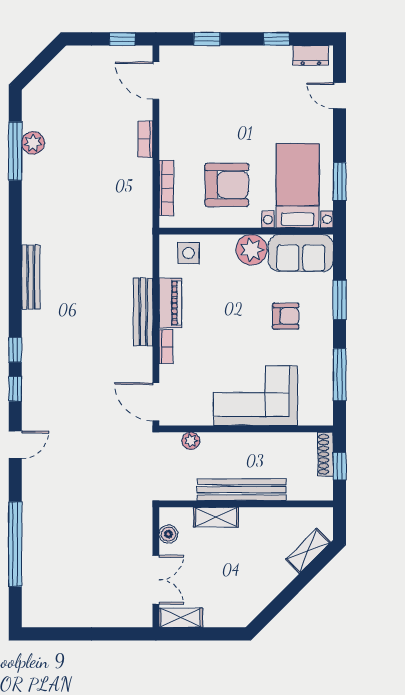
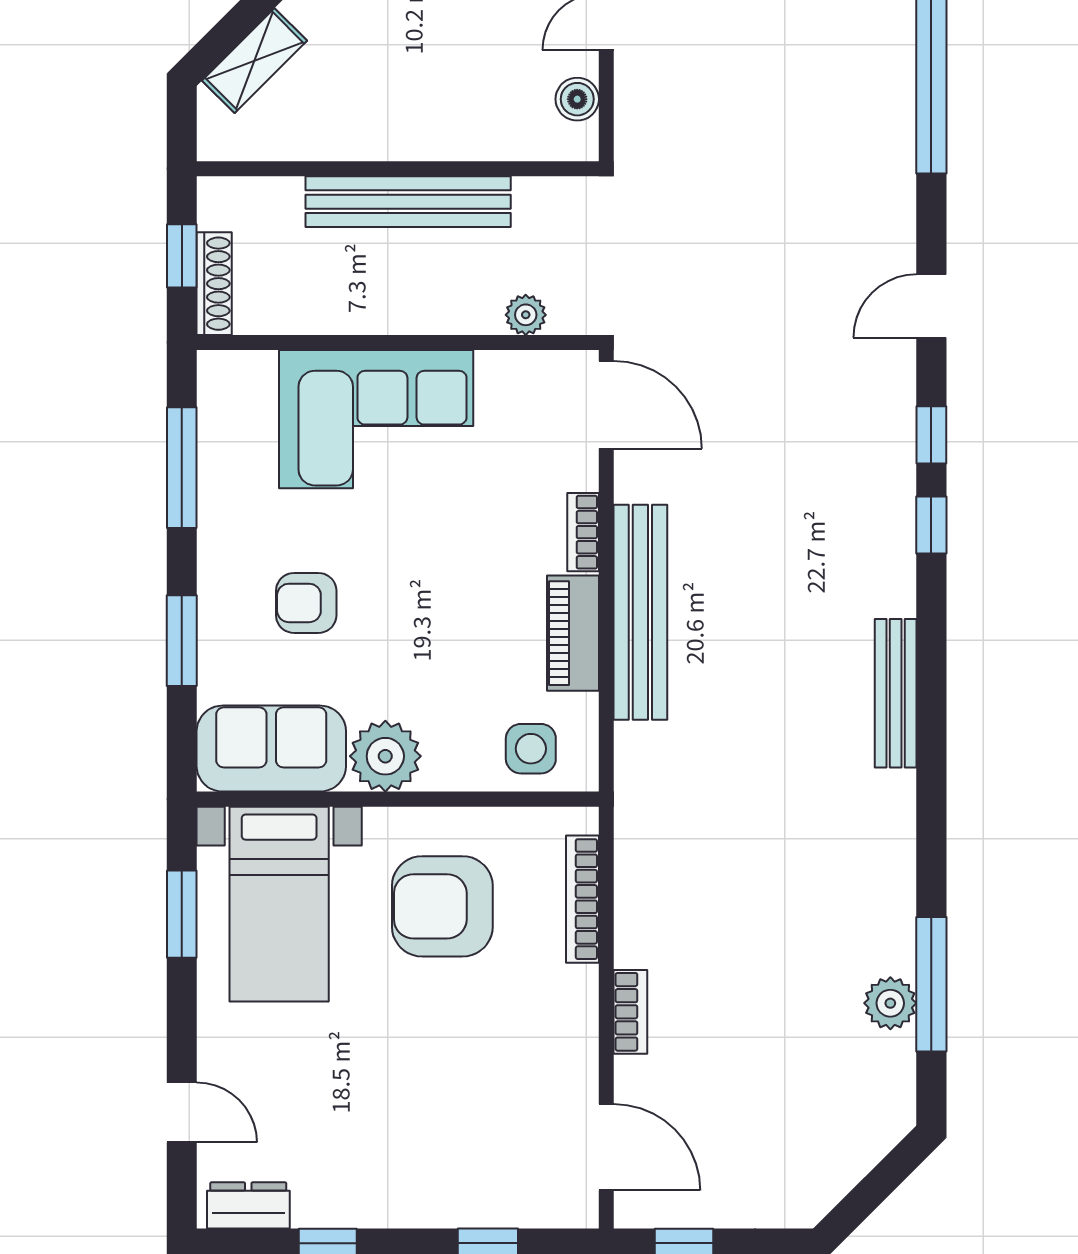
bench: (143, 312) -> (640, 612), width x1.37, depth x1.21
shelving: (216, 517) -> (467, 138), removed

